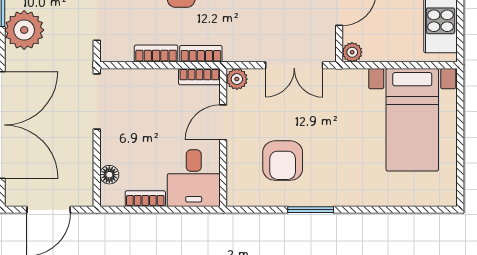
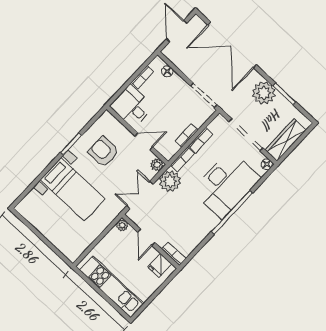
plant: (242, 44) -> (170, 181), added
bookcase: (199, 77) -> (186, 135), moved
bed with nightstands: (412, 120) -> (73, 189), moved, turned 180
door: (223, 122) -> (144, 141), hinge flipped

